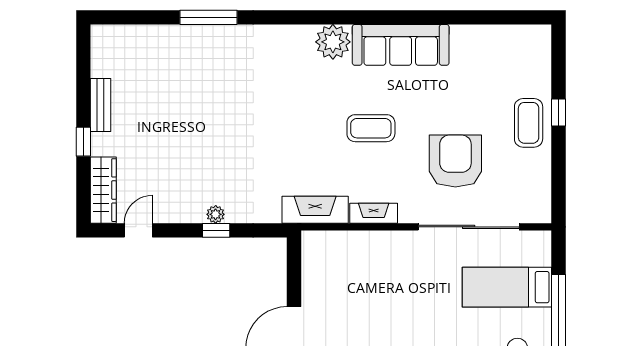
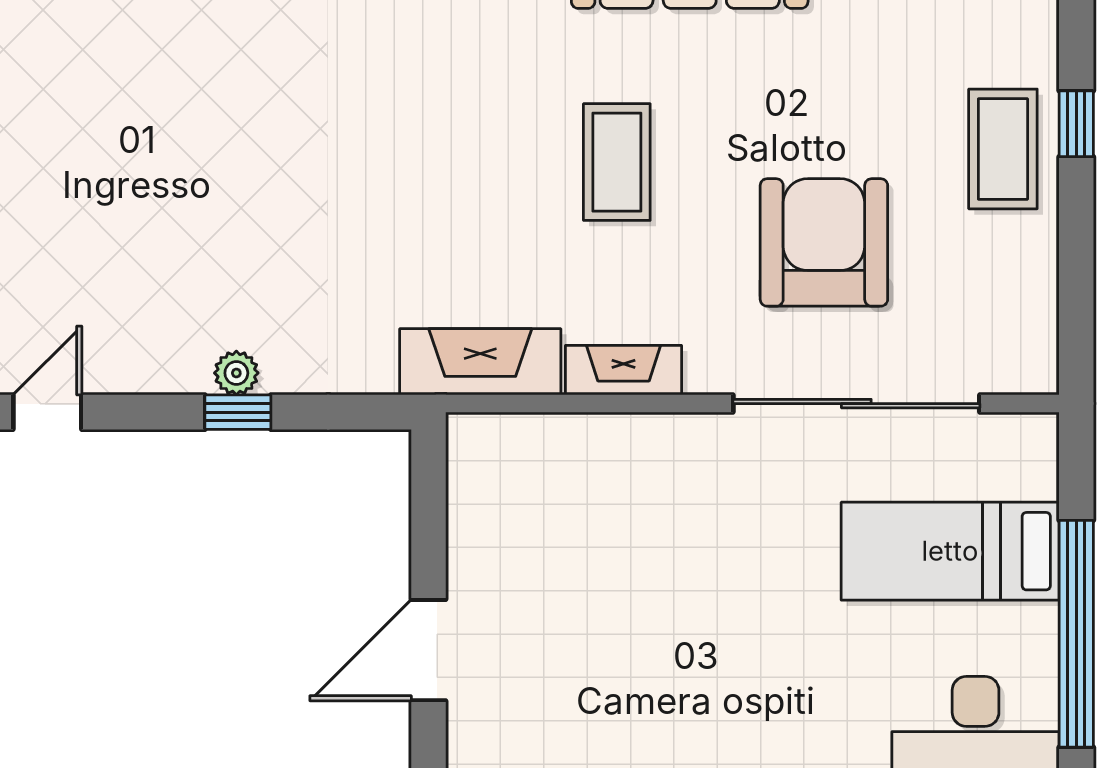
coffee table: (371, 128) -> (617, 162), turned 90

